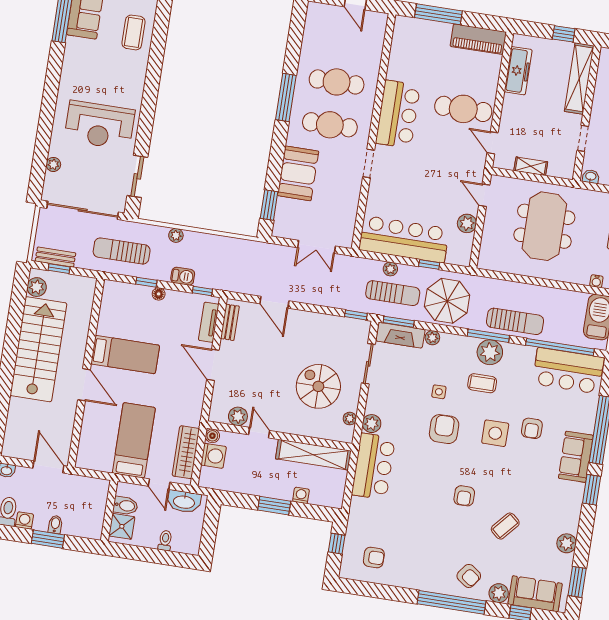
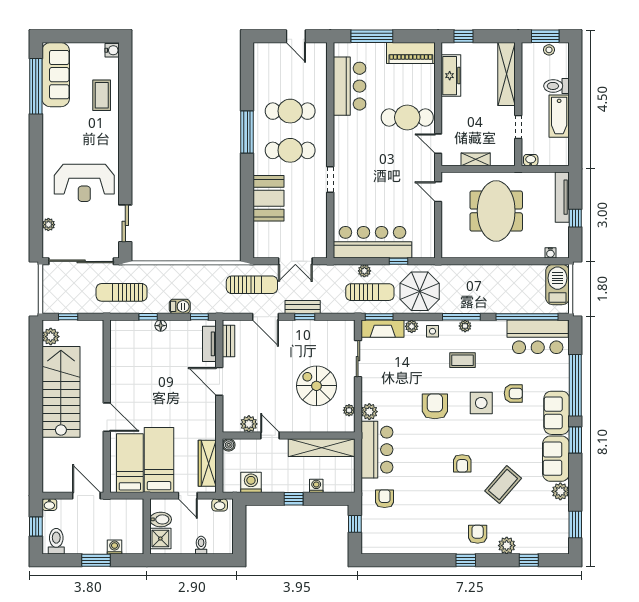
window: (564, 34) -> (463, 36), moved
bar counter: (398, 114) -> (350, 86), moved
window: (269, 205) -> (247, 231), removed
plant: (467, 223) -> (427, 219), removed
plant: (176, 235) -> (168, 271), removed
bench: (55, 257) -> (303, 307), moved
window: (356, 315) -> (305, 317), moved
sun lounger: (515, 321) -> (252, 285), moved
plant: (490, 352) -> (465, 326), width x0.53, depth x0.53
bed: (125, 355) -> (130, 463), moved, turned -90
side table: (439, 392) -> (433, 331), moved
armchair: (532, 428) -> (513, 393), turned -90
washing machine: (214, 456) -> (251, 482), moved, turned -90
washbasin: (184, 502) -> (220, 505), width x0.52, depth x0.69
window: (274, 506) -> (294, 499), width x0.67
washing machine: (24, 521) -> (115, 547), moved
bidet: (55, 524) -> (101, 546), removed
coffee table: (505, 526) -> (503, 485), width x1.36, depth x1.30
armchair: (374, 557) -> (385, 499), moved, turned -90
armchair: (469, 576) -> (478, 534), turned -126
sofa: (535, 594) -> (556, 459), moved, turned -90
window: (452, 602) -> (466, 560), width x0.32

